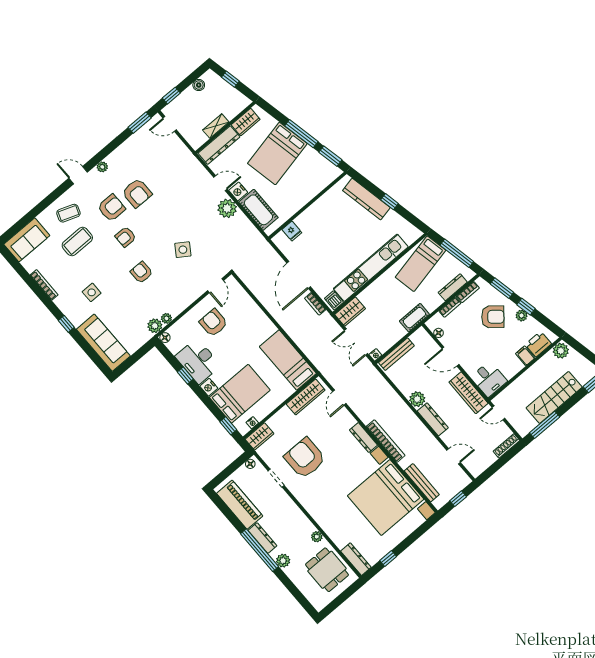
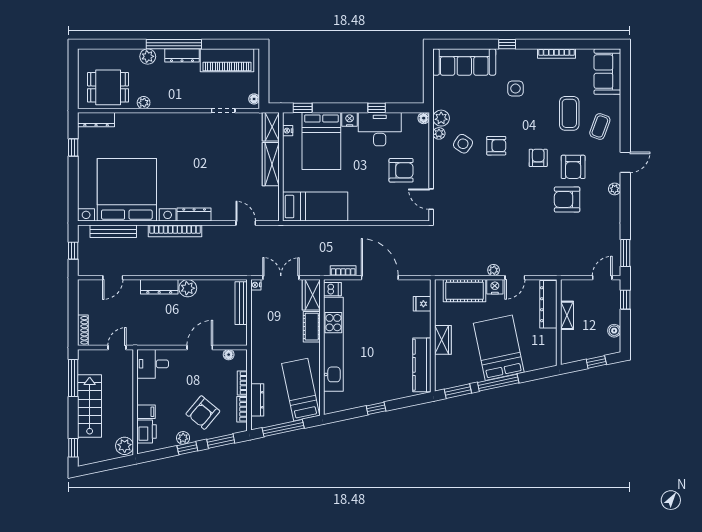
wardrobe: (246, 122) -> (443, 340), moved, turned 180
kitchen counter: (366, 199) -> (422, 365), moved, turned -78
plant: (227, 208) -> (494, 270), width x0.53, depth x0.53
side table: (183, 250) -> (463, 144), moved
cot: (414, 318) -> (312, 327), moved
wardrobe: (469, 393) -> (156, 337), removed
wardrobe: (306, 397) -> (271, 164), moved
armchair: (305, 458) -> (219, 150), removed

